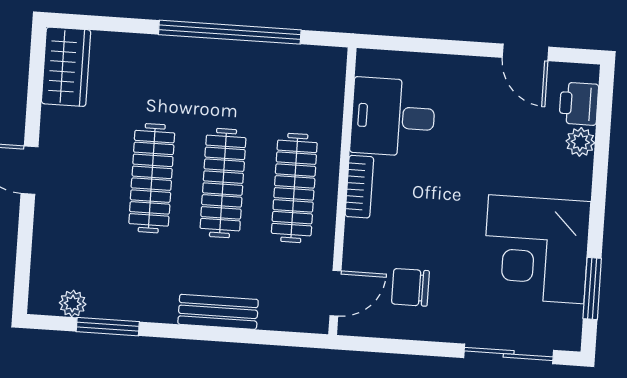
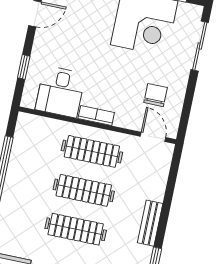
window: (428, 46) -> (24, 67), added
chair: (410, 287) -> (156, 95), turned 180
bench: (218, 312) -> (150, 223), moved

